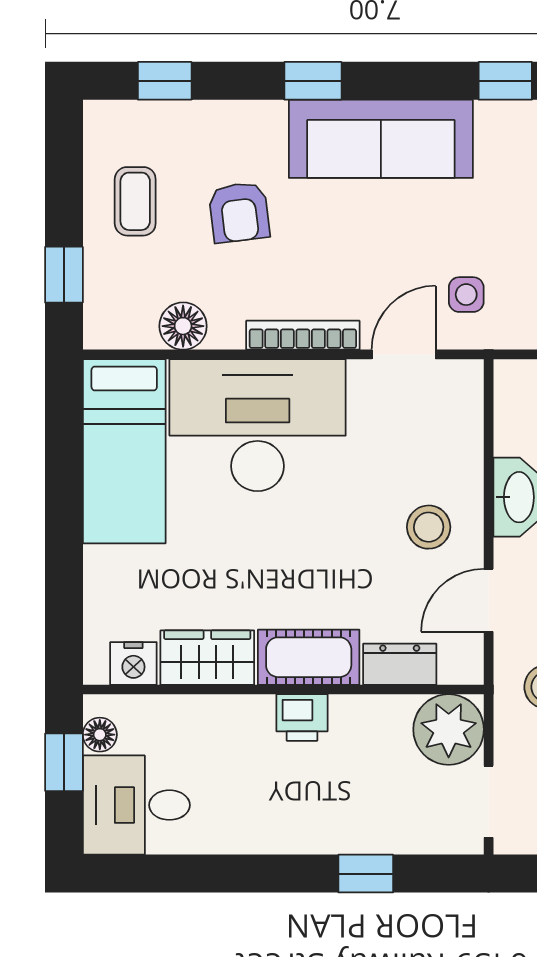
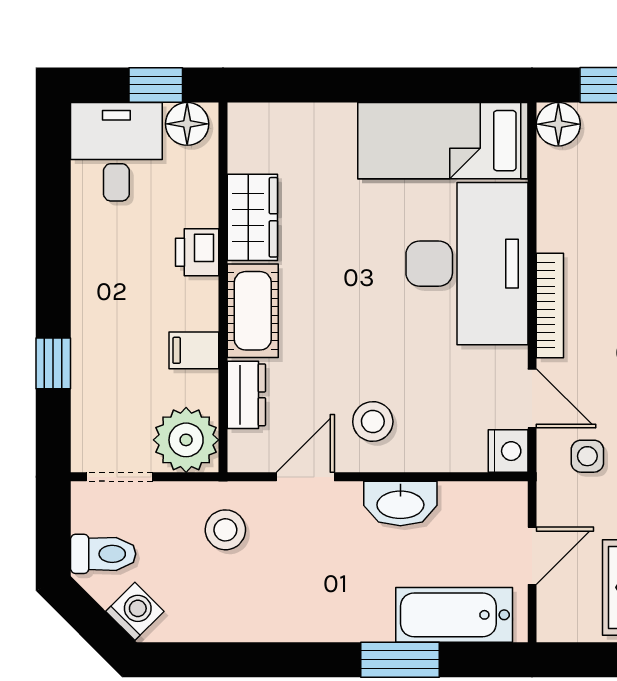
floor lamp: (183, 326) -> (558, 124), moved
door: (489, 600) -> (305, 477), hinge flipped
nightstand: (133, 663) -> (508, 451), moved, turned 180
printer: (302, 717) -> (197, 252), moved
filing cabinet: (351, 721) -> (194, 350), added
floor lamp: (100, 735) -> (187, 124), width x1.37, depth x1.37

